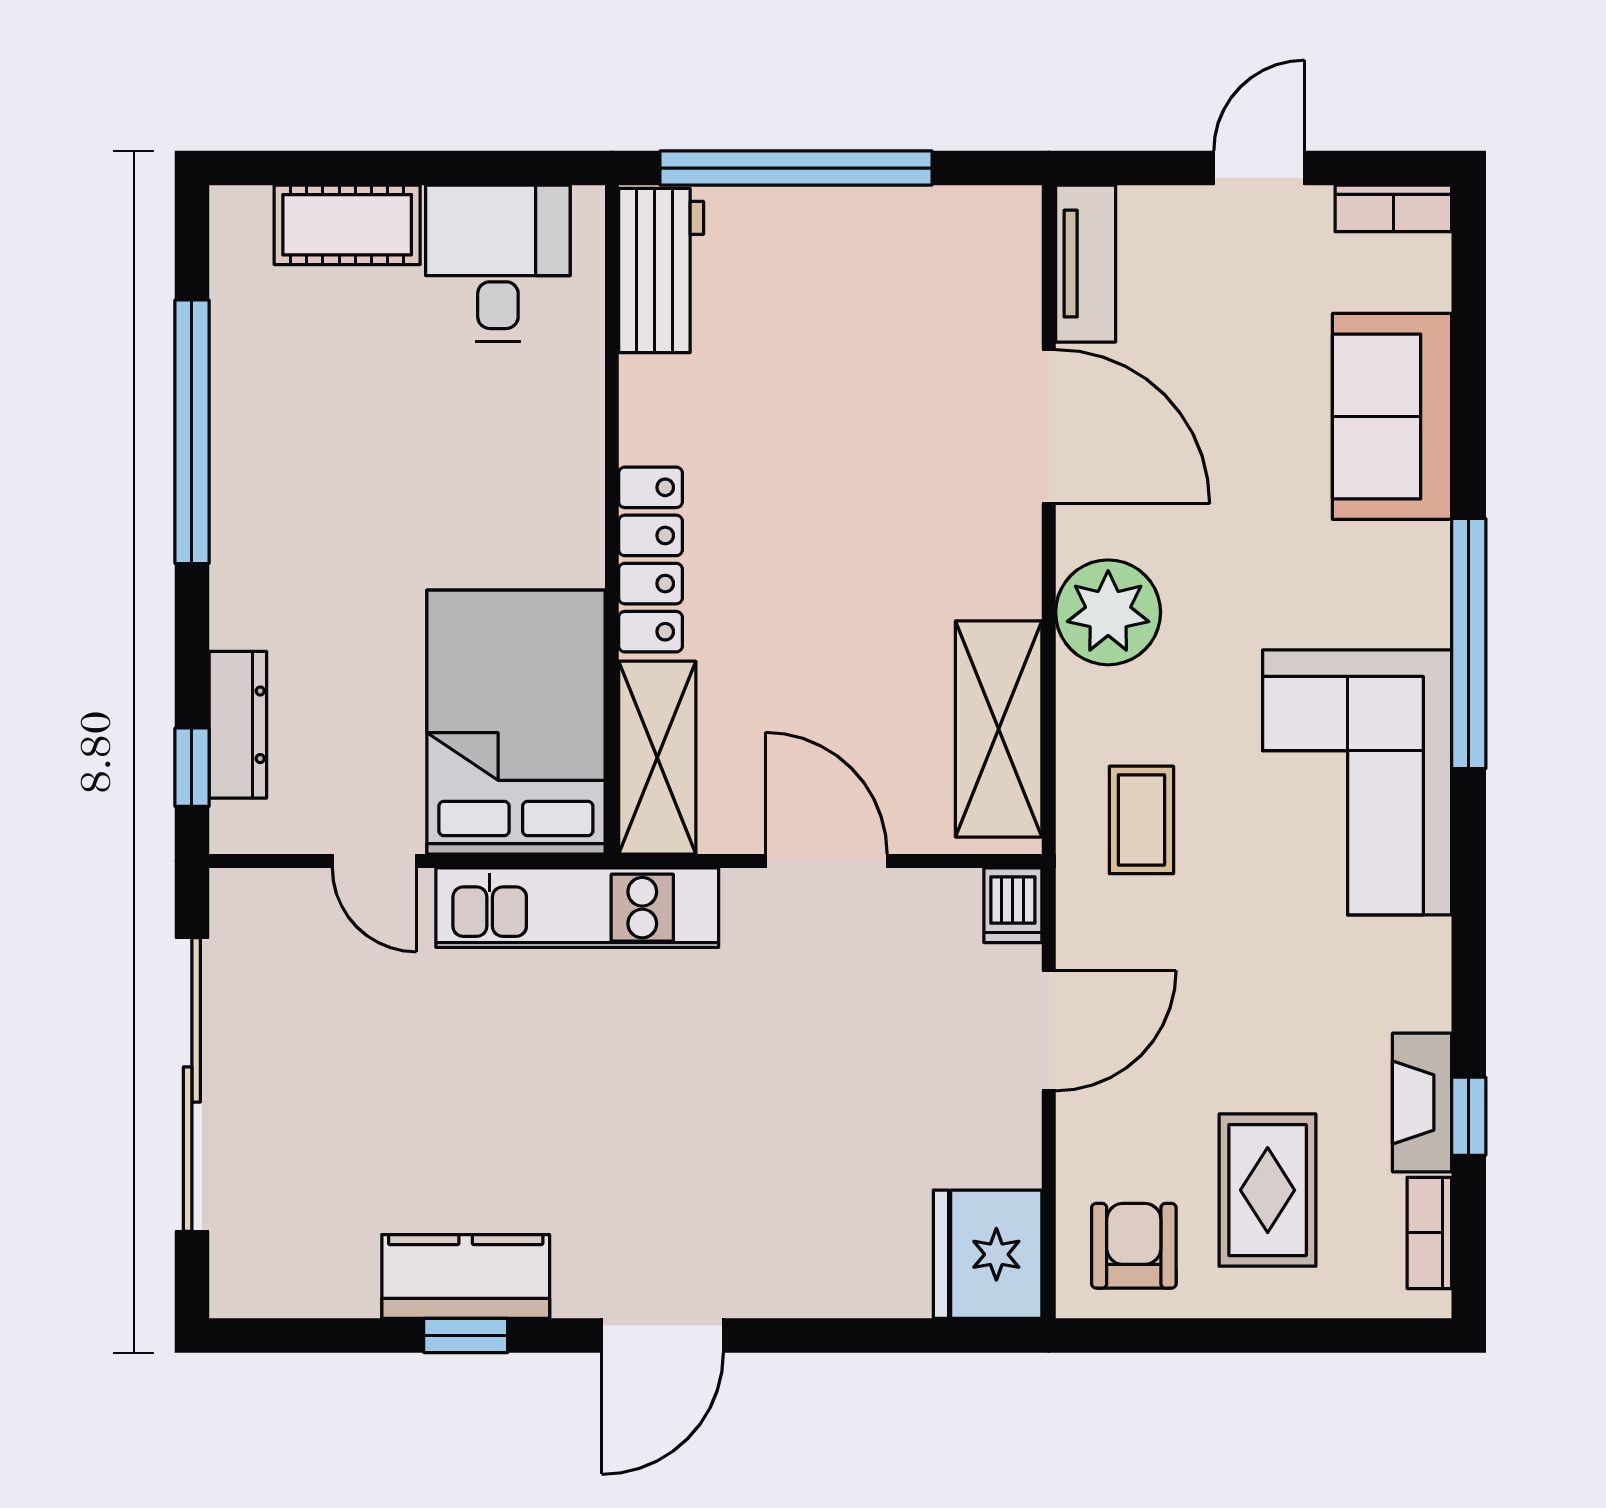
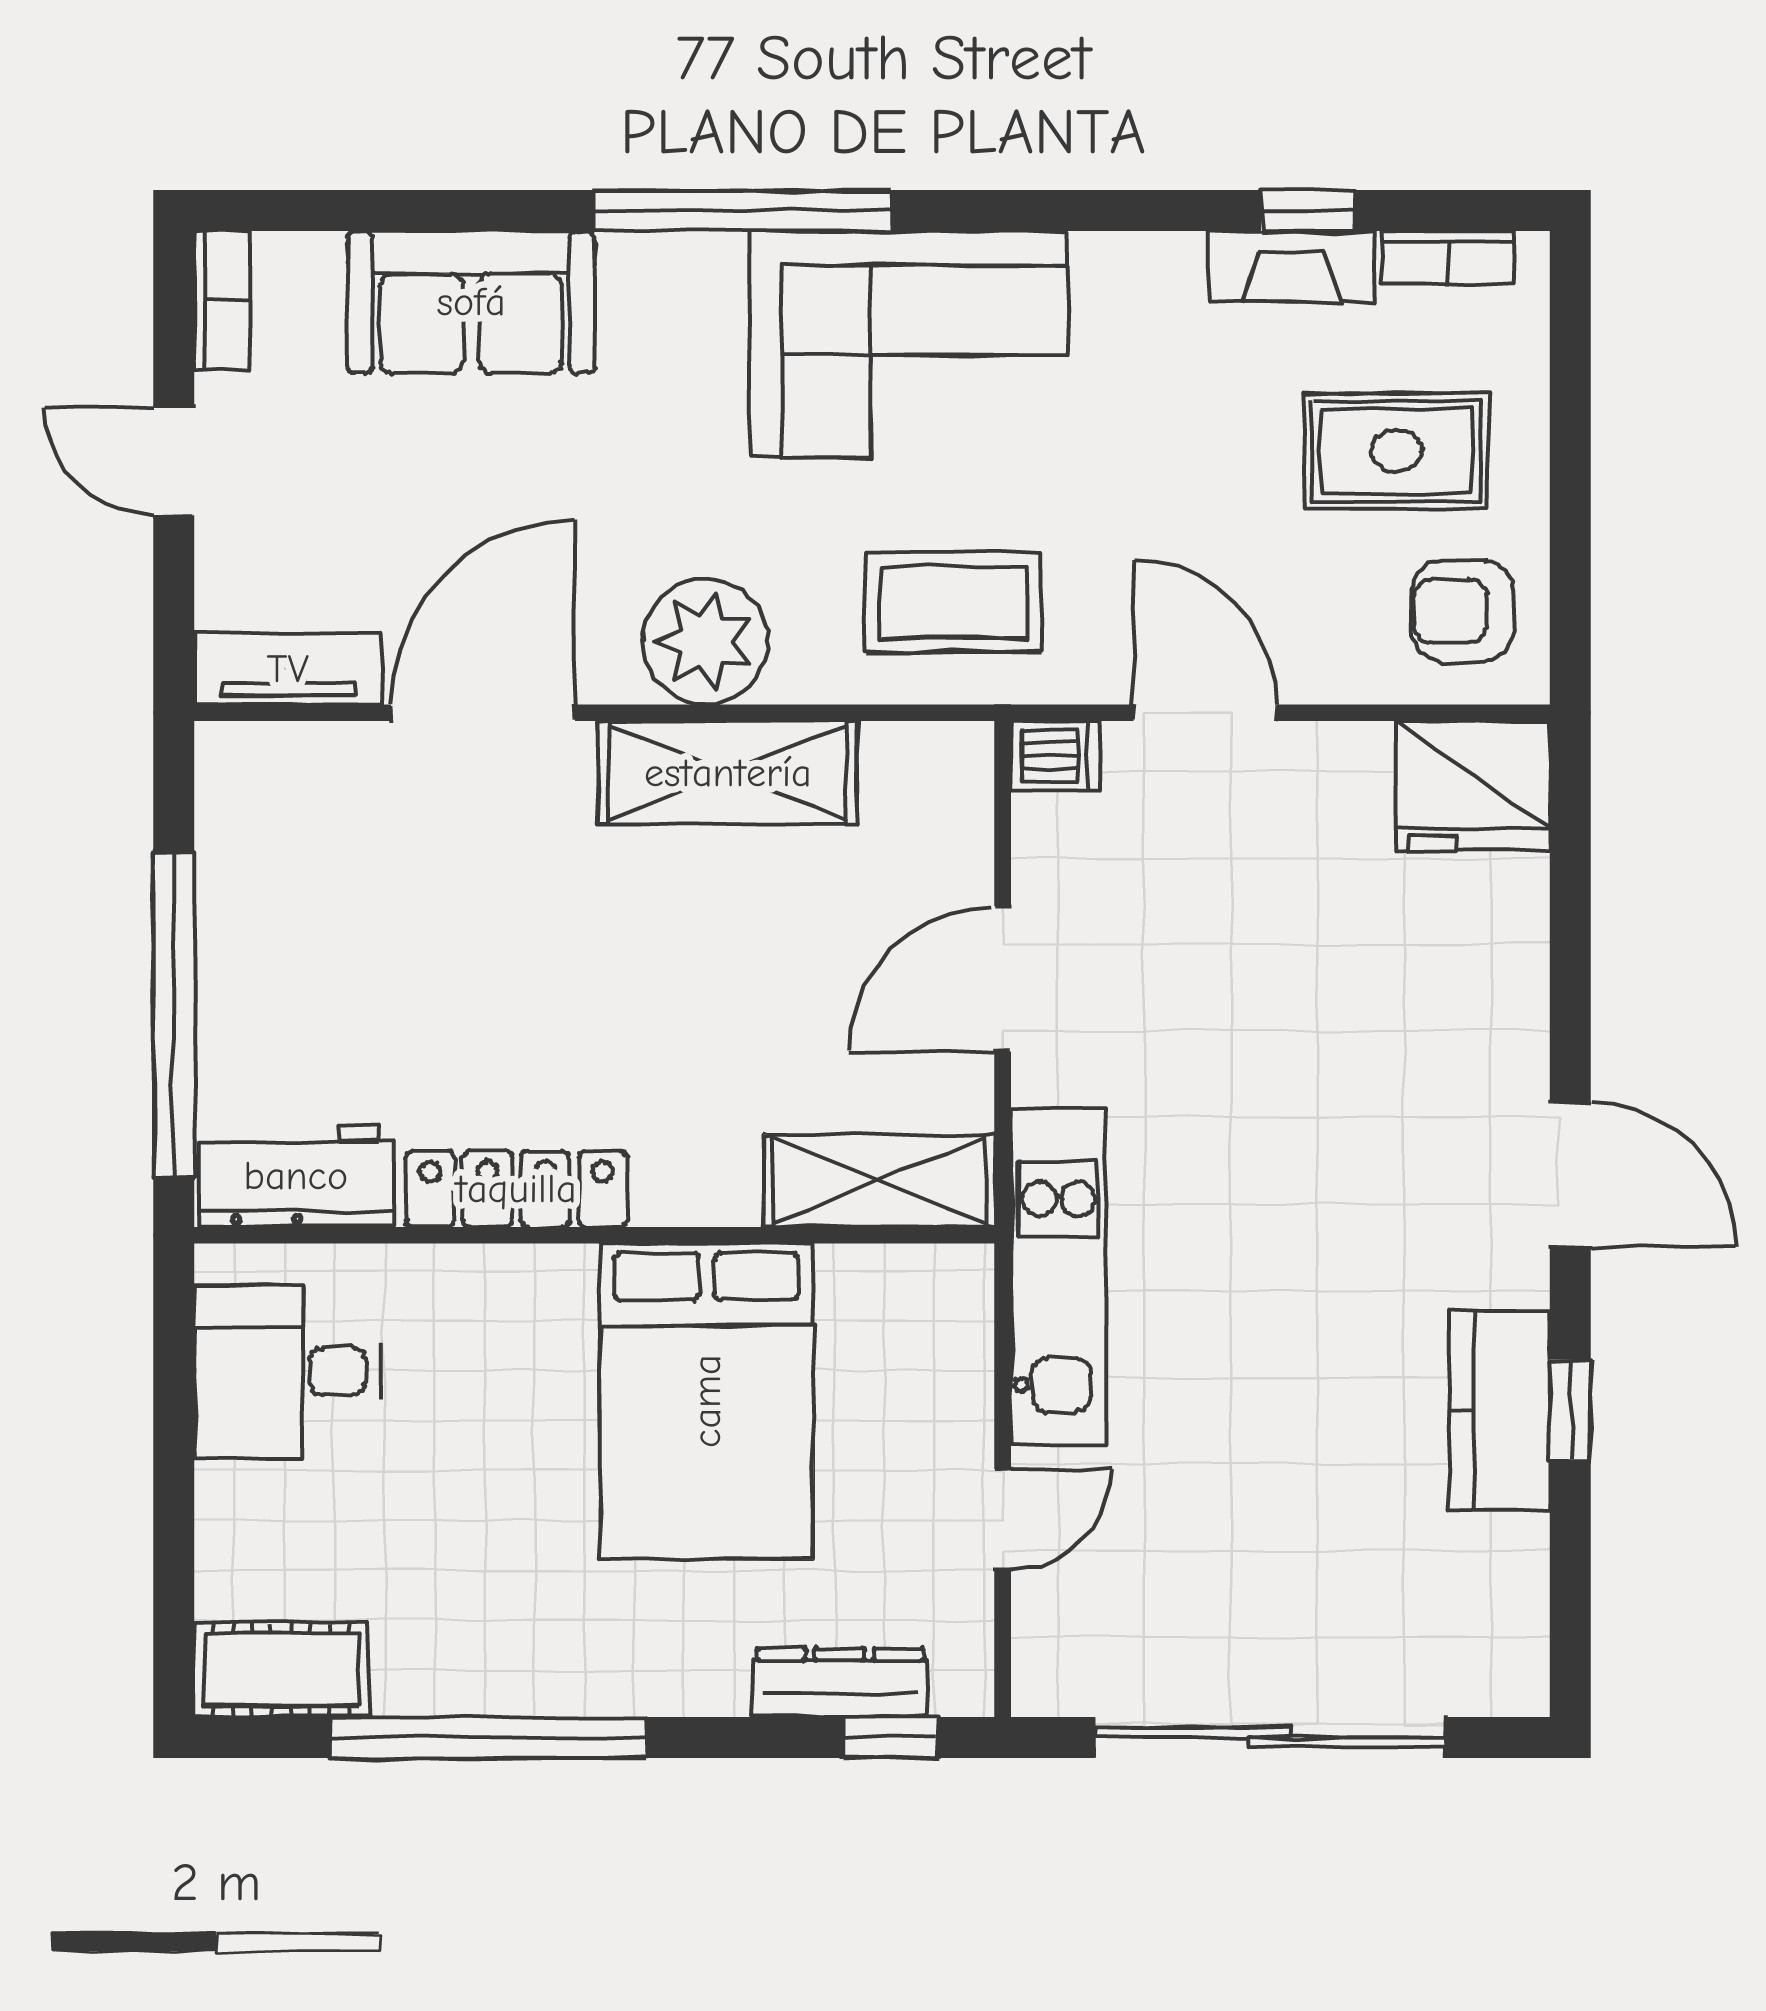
cot: (347, 225) -> (282, 1670), moved, turned 90
locker: (651, 560) -> (516, 1189), moved
bed: (516, 722) -> (707, 1401), moved, turned -90
shelving: (999, 729) -> (728, 773), moved
coffee table: (1141, 820) -> (954, 602), width x1.36, depth x1.30

